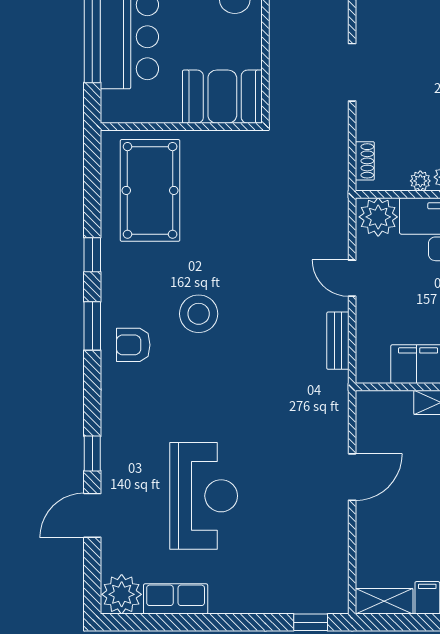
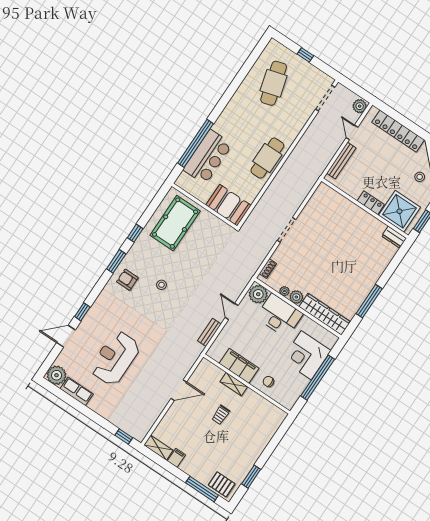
stool: (199, 314) -> (161, 285), width x0.53, depth x0.53
reception desk: (204, 496) -> (115, 358), turned 180

